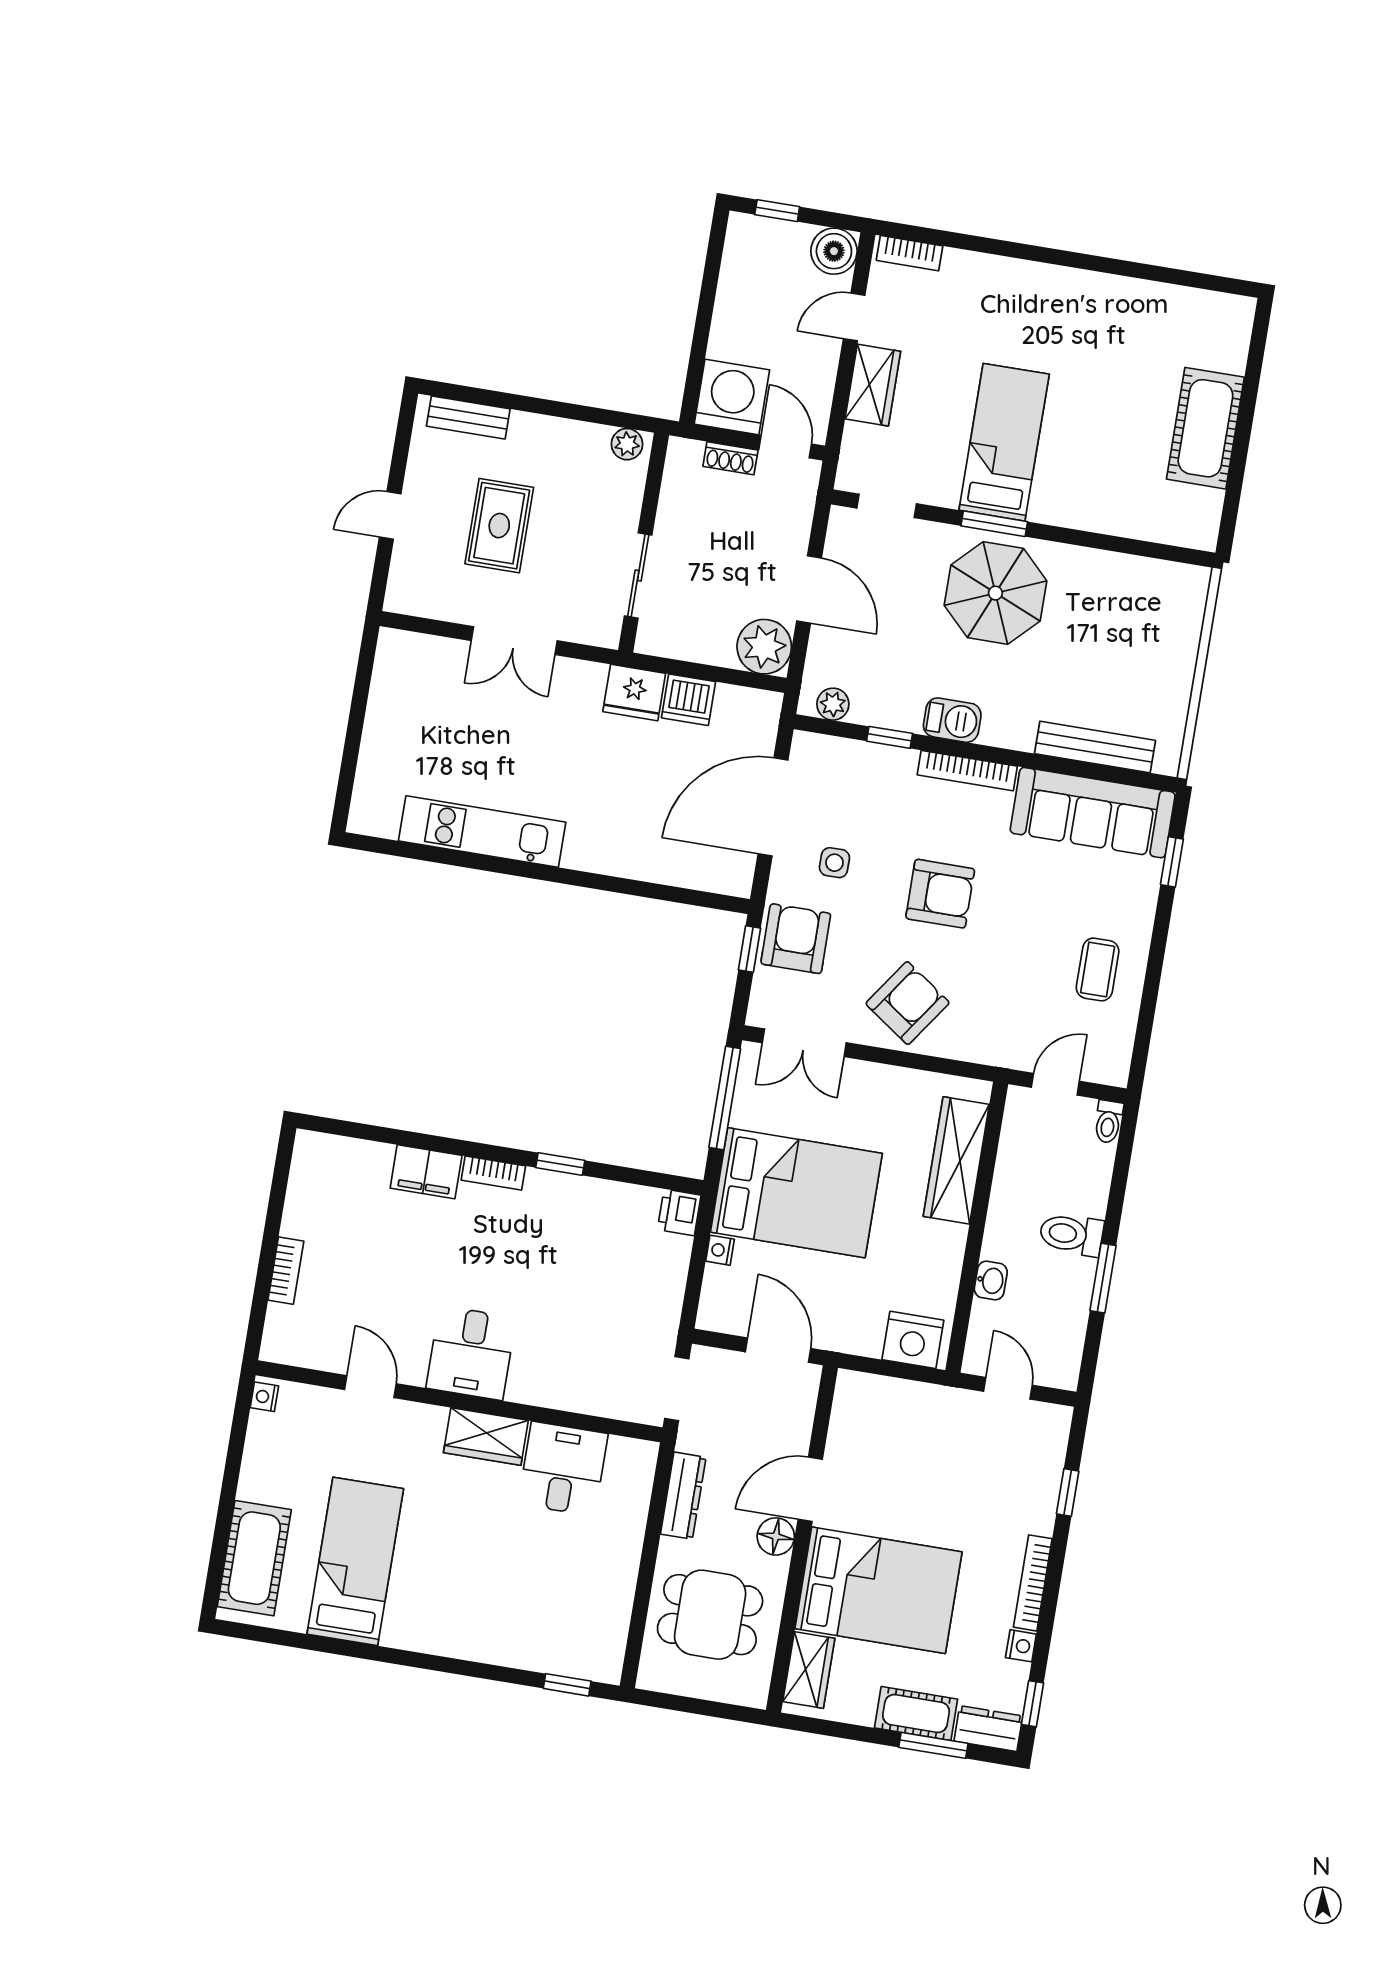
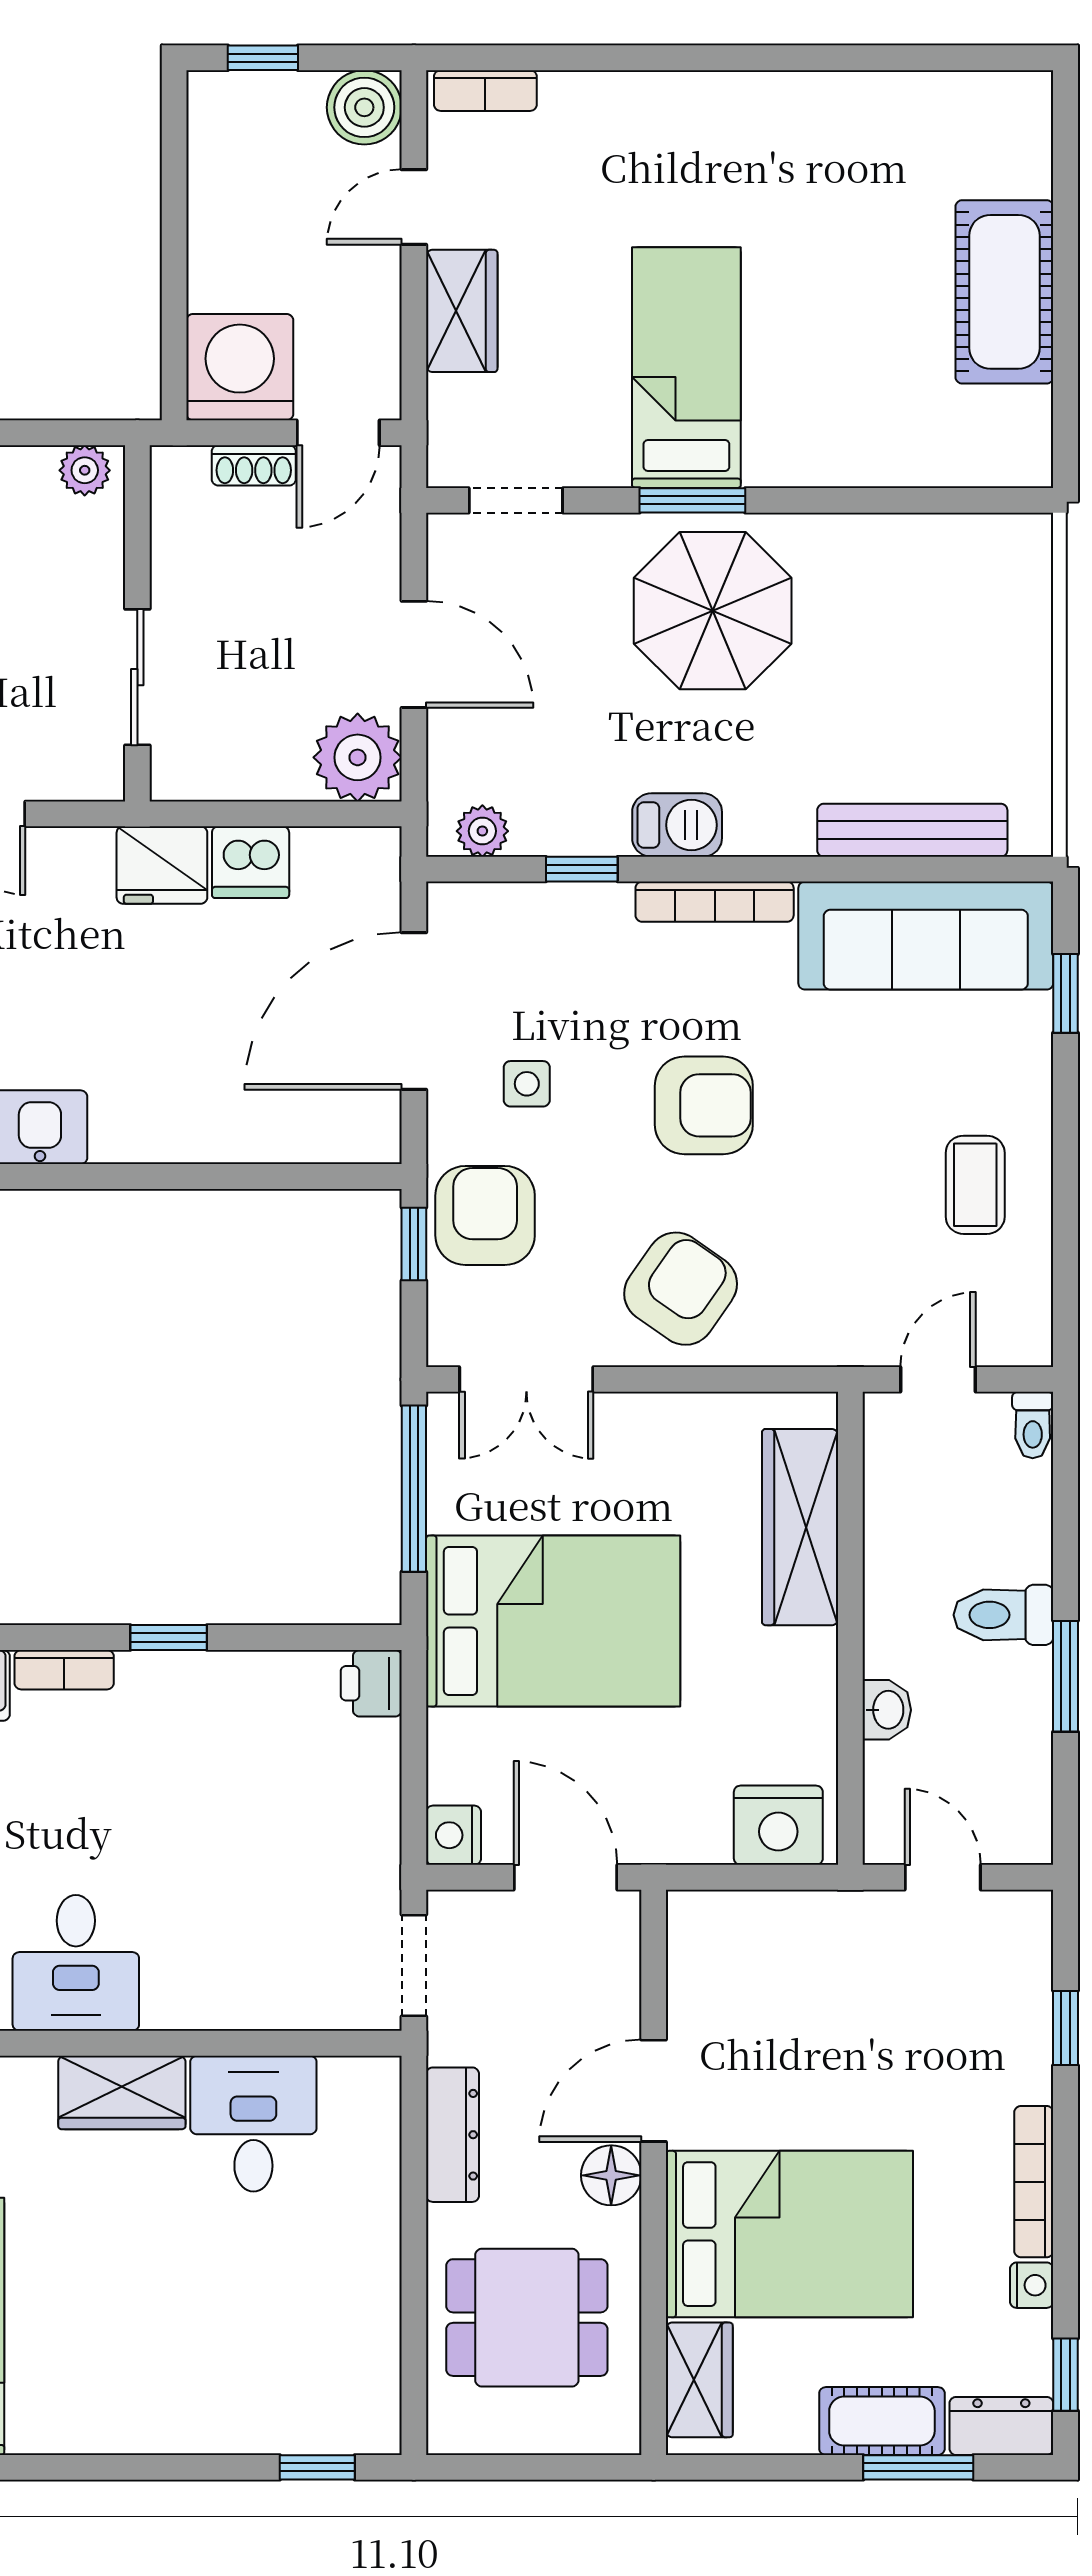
door: (785, 447) -> (338, 433), swing flipped
nightstand: (720, 1250) -> (454, 1835), moved, width x1.39, depth x1.35

